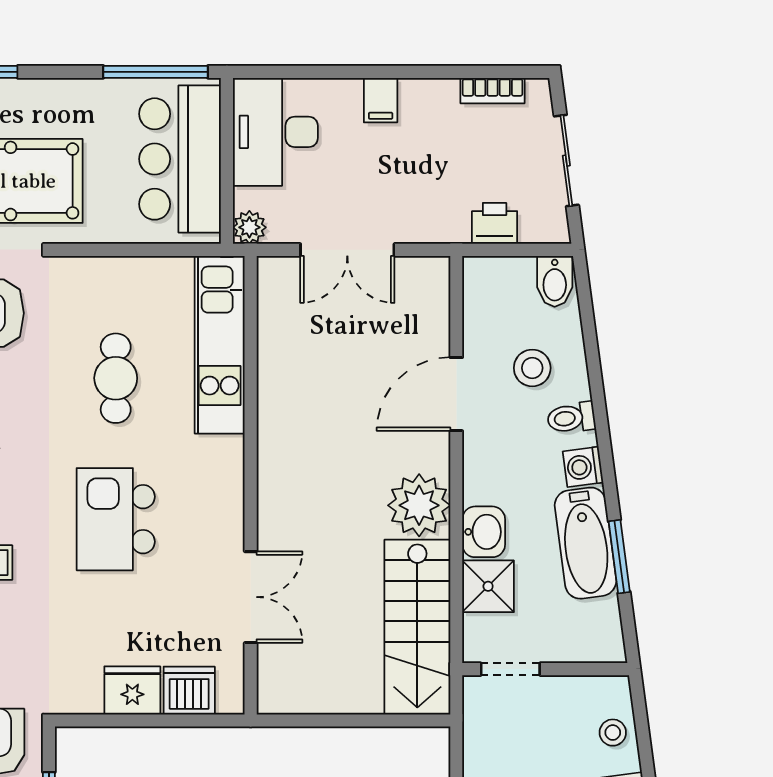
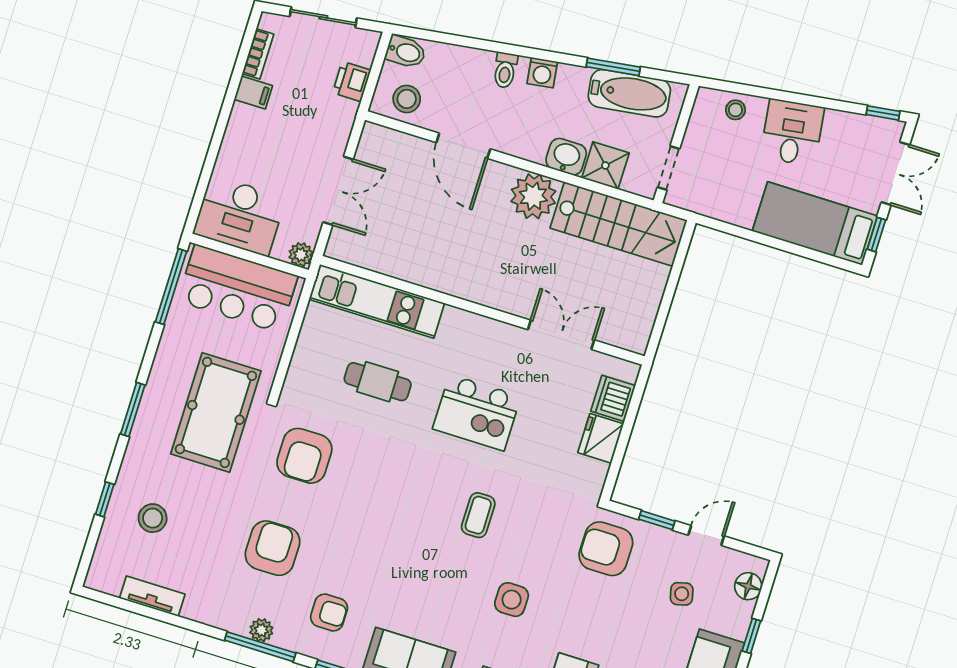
filing cabinet: (381, 100) -> (253, 92), moved
stool: (532, 368) -> (407, 99), moved
bathtub: (585, 543) -> (629, 93), moved

